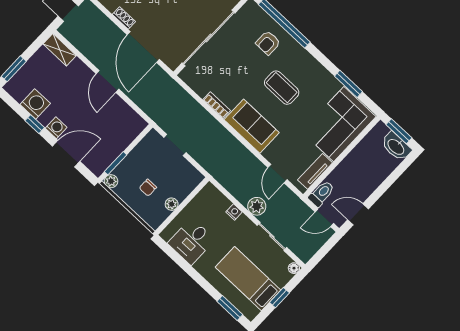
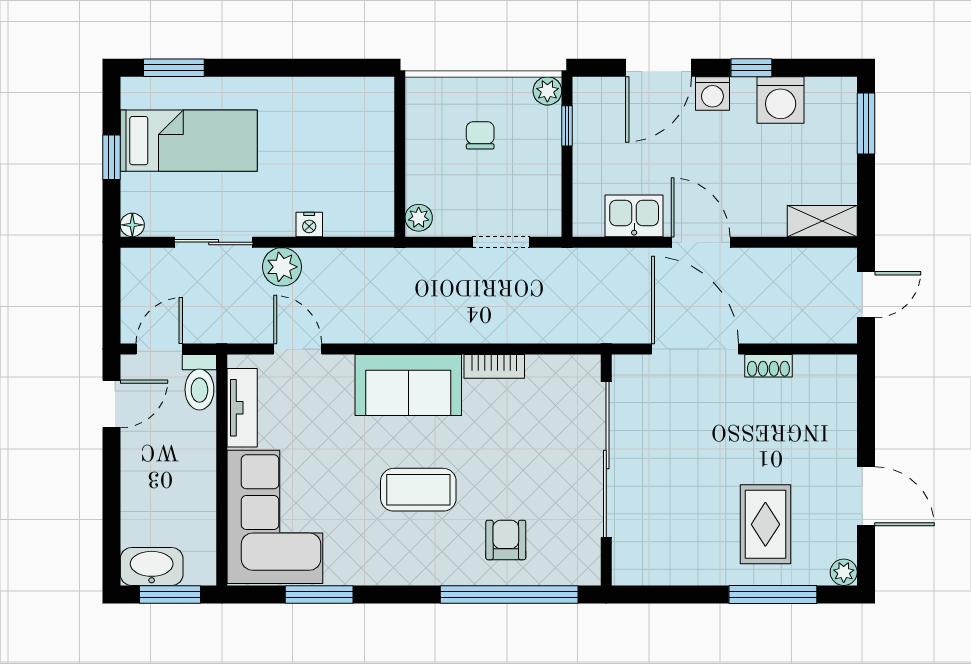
kitchen sink: (122, 111) -> (634, 216), added
window: (116, 163) -> (567, 126), width x0.67
plant: (172, 204) -> (419, 218), moved
desk: (191, 241) -> (333, 115), removed

